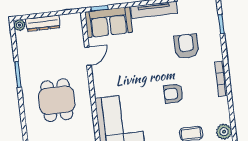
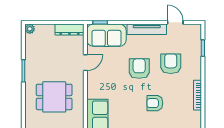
dresser: (43, 23) -> (69, 30), moved
armchair: (151, 56) -> (139, 69), added
dining table: (57, 100) -> (54, 97), turned 90

